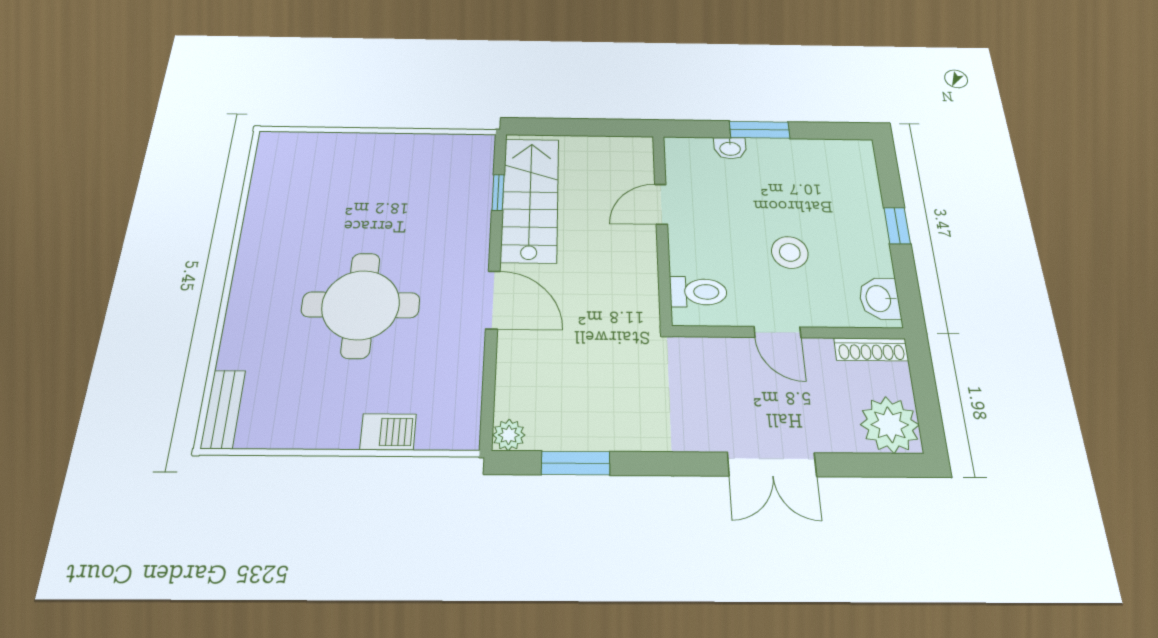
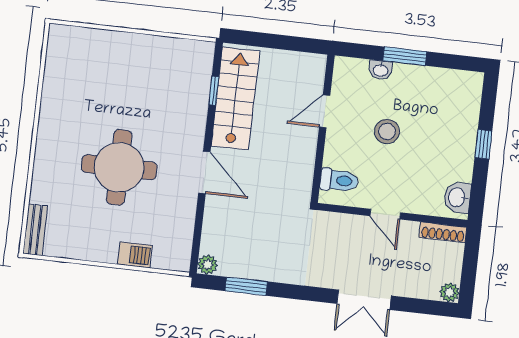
stool: (790, 252) -> (387, 131), moved
plant: (890, 425) -> (450, 292), width x0.53, depth x0.53

